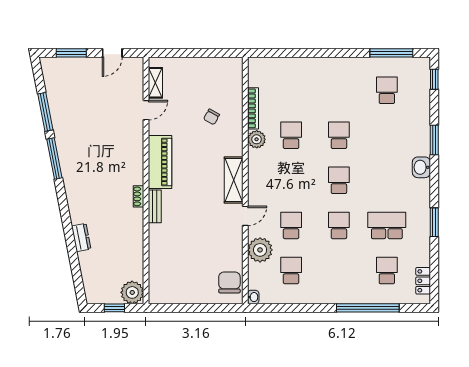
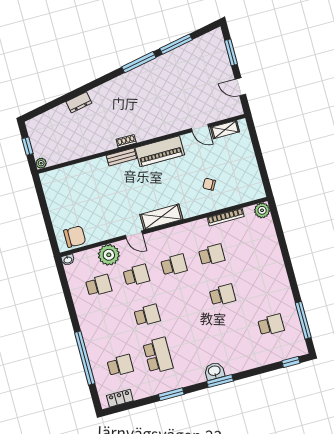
plant: (257, 139) -> (262, 210), moved
window: (434, 140) -> (220, 381), moved
school desk: (339, 180) -> (174, 265), moved
plant: (132, 292) -> (41, 163), width x0.53, depth x0.53

